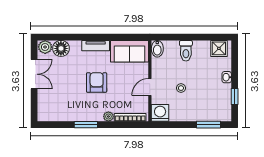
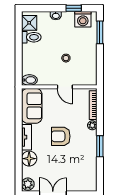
floor lamp: (61, 48) -> (29, 159), moved
toilet: (186, 51) -> (31, 37), moved
washing machine: (160, 113) -> (83, 19), moved, turned -90

